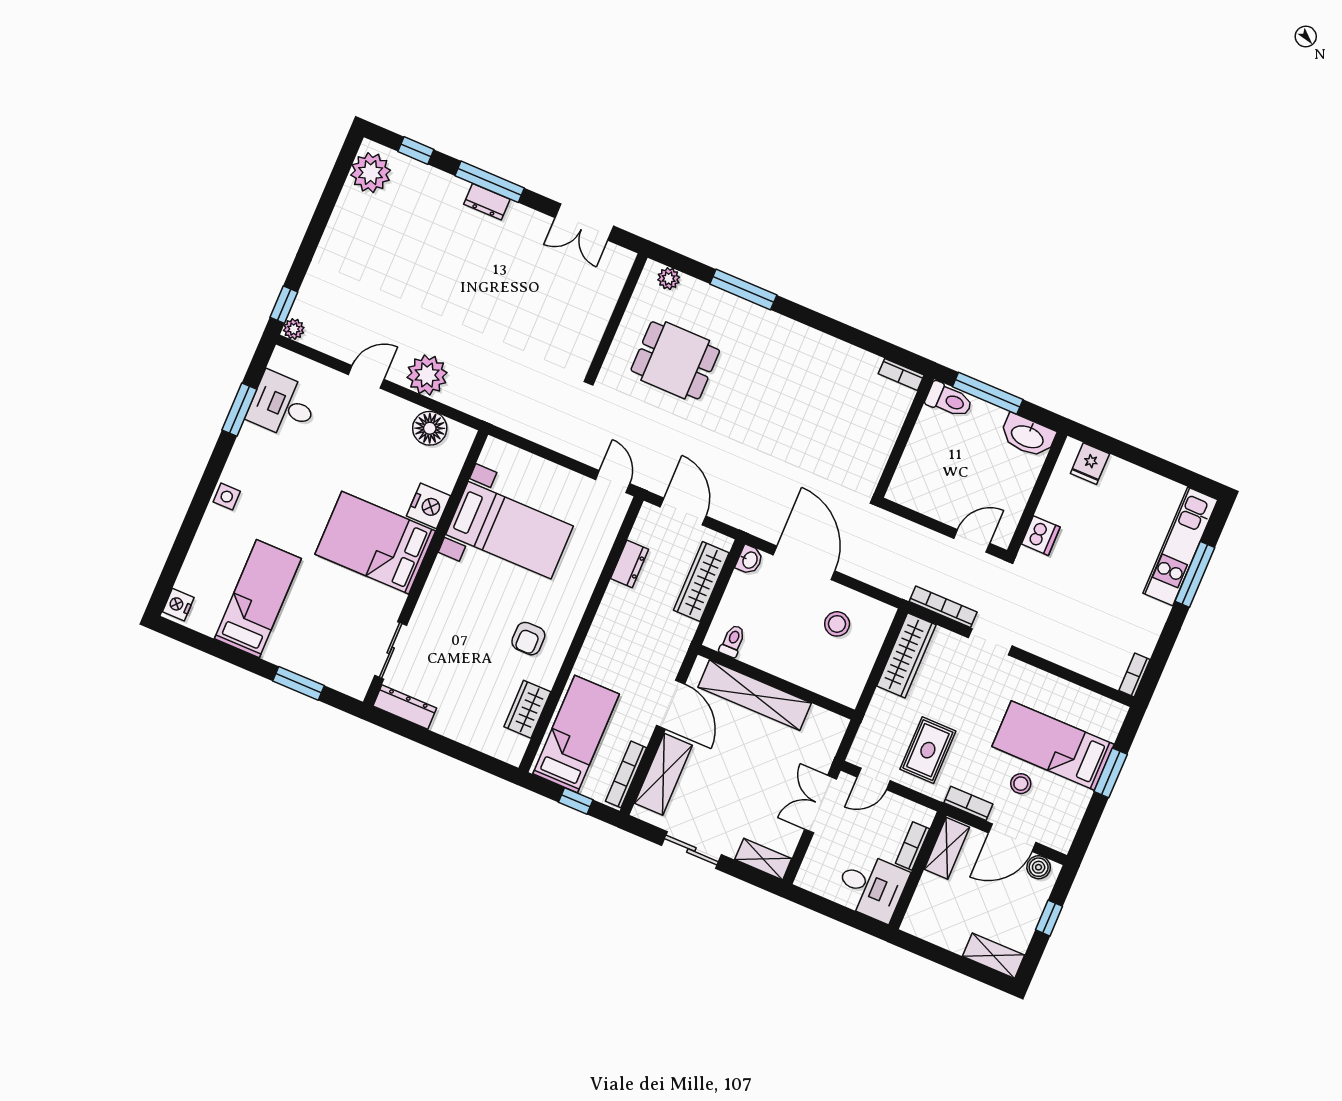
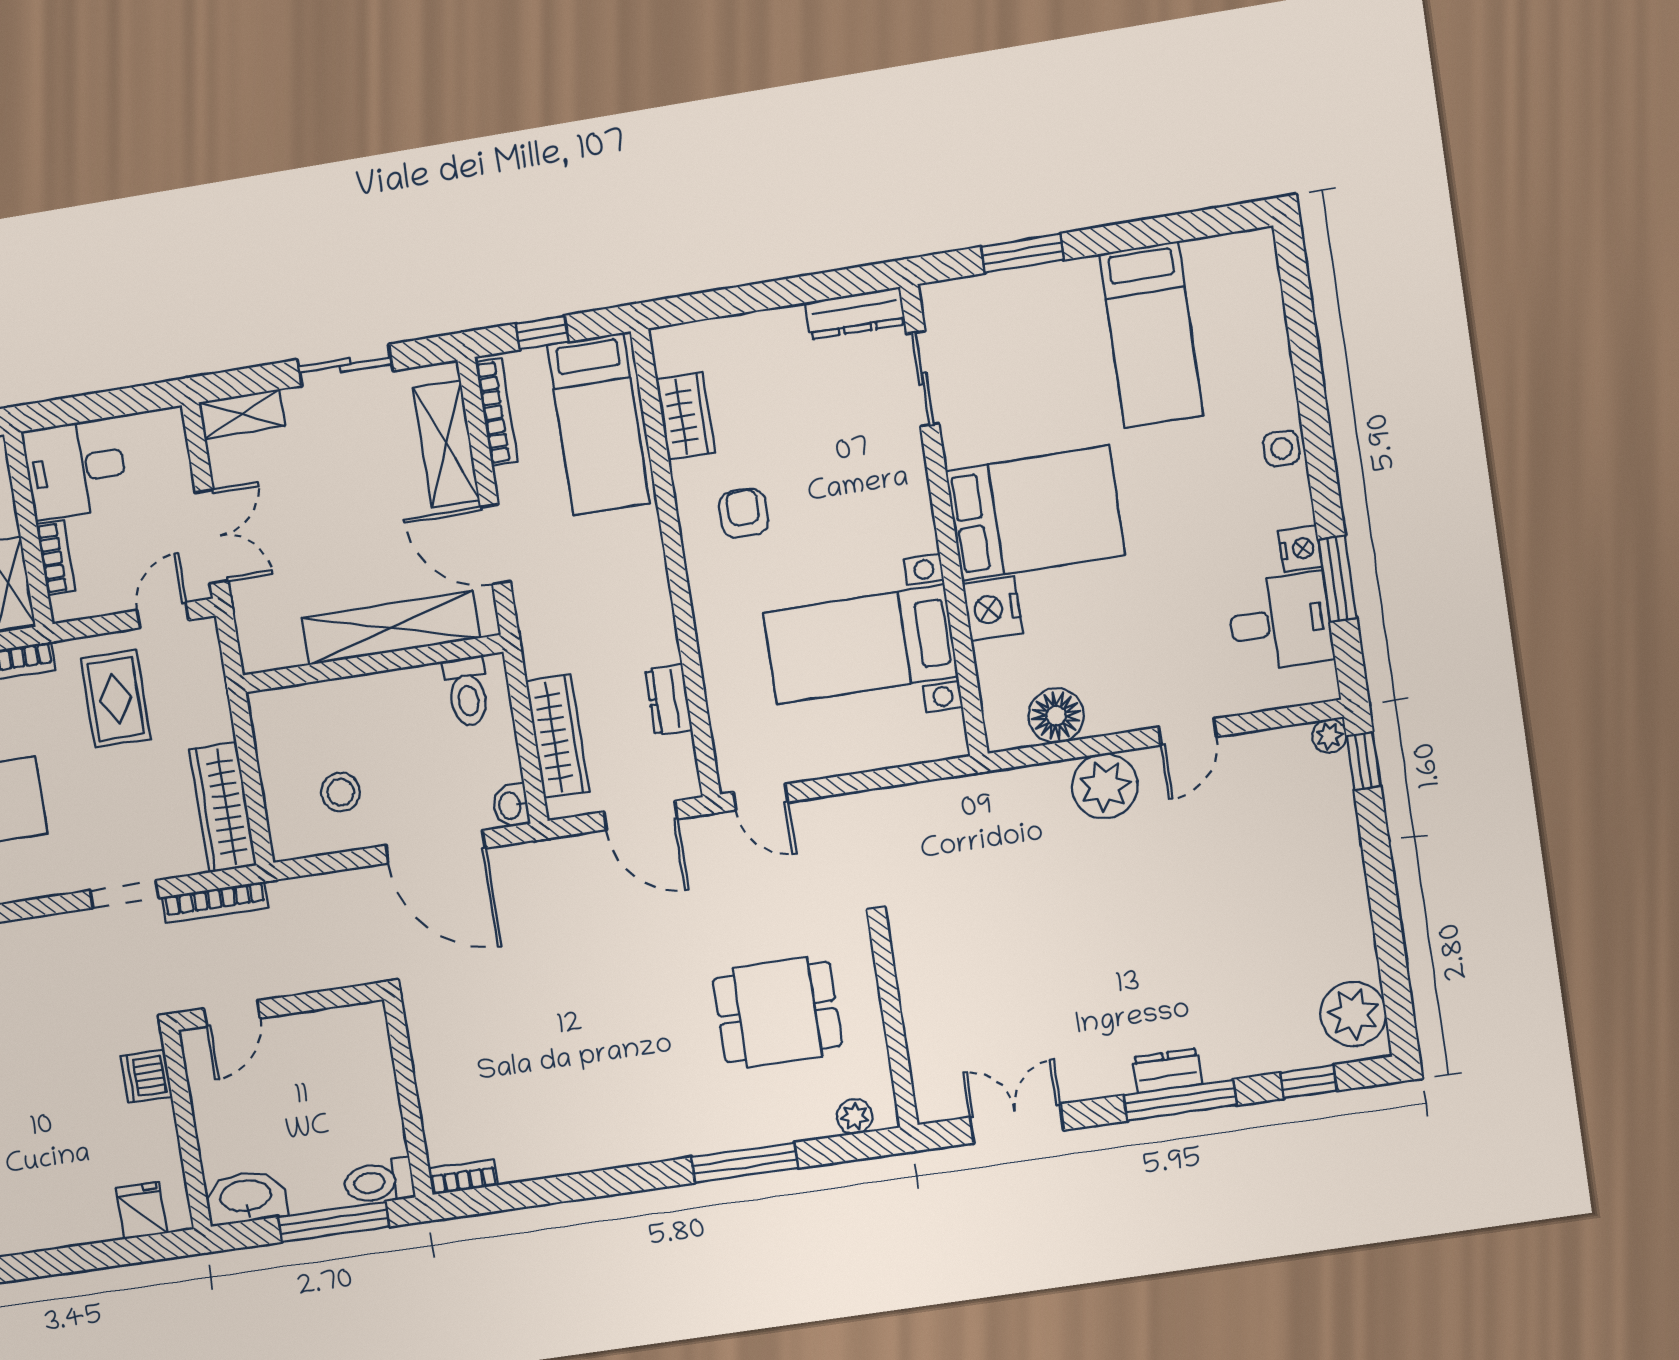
nightstand: (178, 605) -> (1300, 549), moved
toilet: (732, 641) -> (467, 691), width x1.37, depth x1.39

